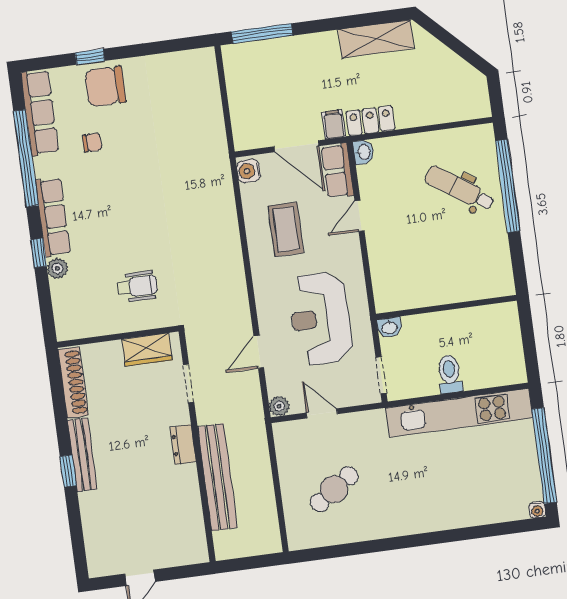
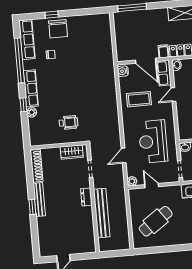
chair: (105, 86) -> (58, 29), turned -90
coffee table: (286, 229) -> (139, 99), turned 90
cafe table: (334, 489) -> (156, 221), width x1.37, depth x1.35

